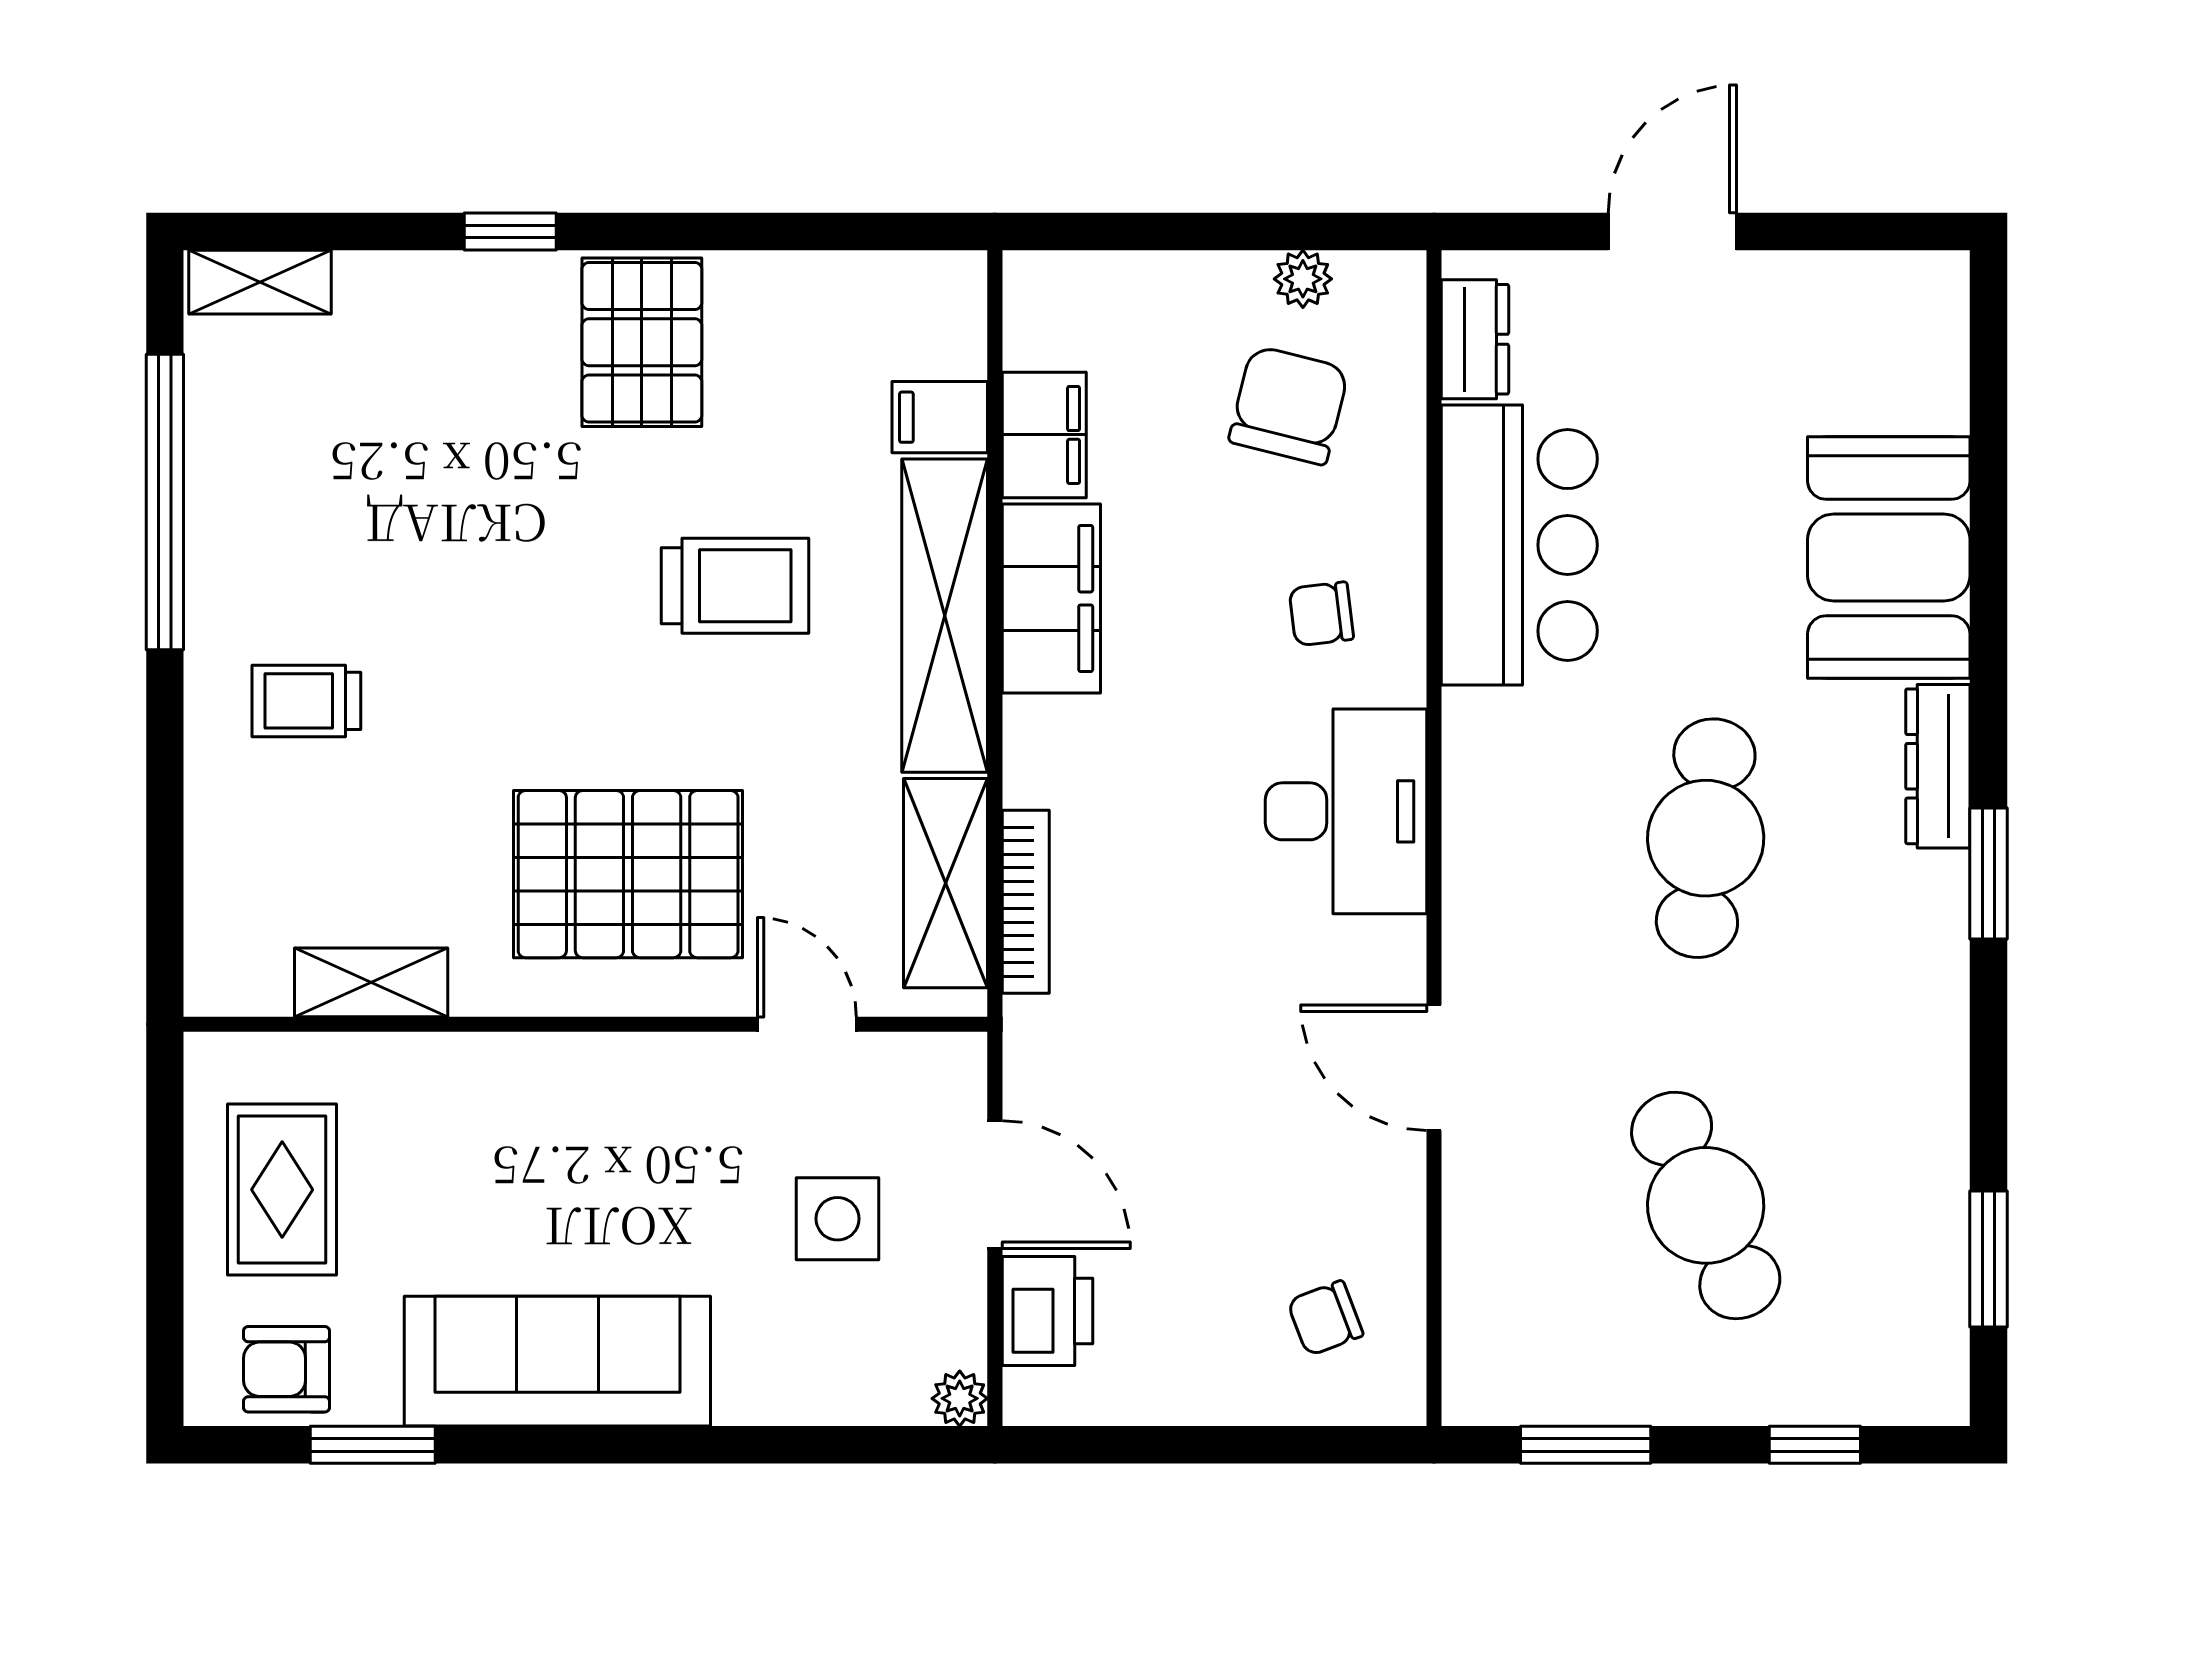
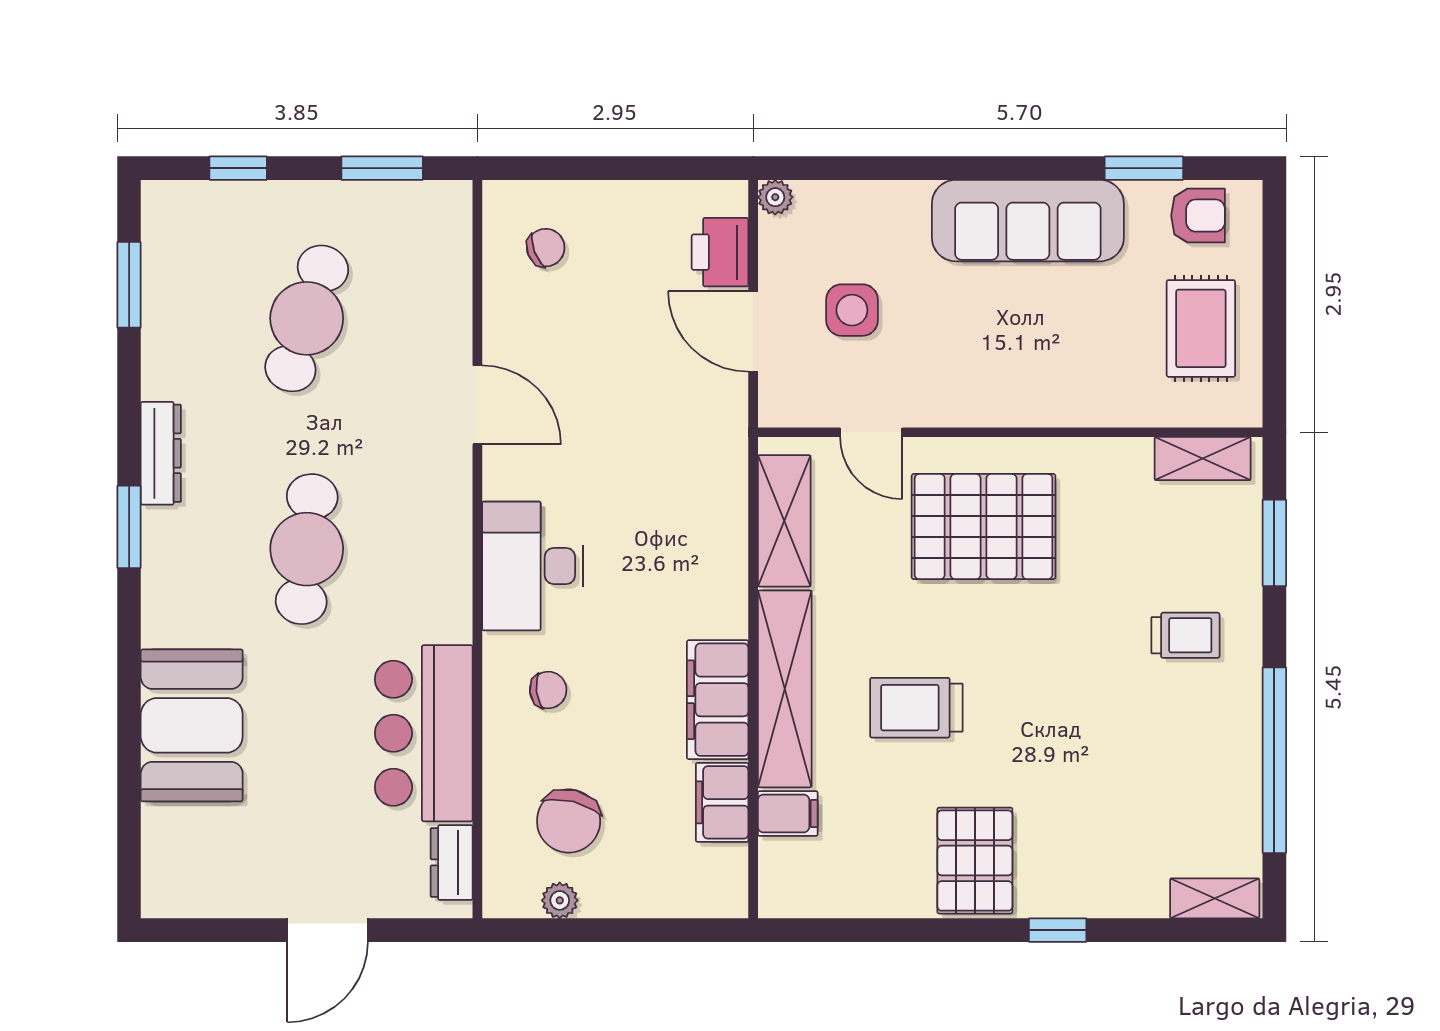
dresser: (1938, 766) -> (161, 453), moved
window: (165, 848) -> (1274, 543), added
bookcase: (1026, 902) -> (734, 509), removed
shelving: (371, 982) -> (1203, 459), moved
cafe table: (1706, 1205) -> (307, 318), turned 42

